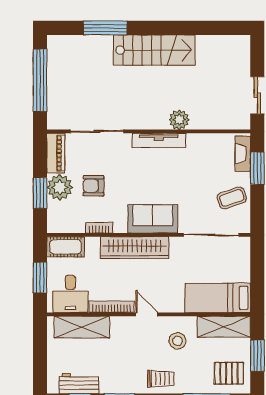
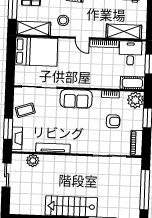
plant: (179, 120) -> (33, 161), moved
tv unit: (159, 140) -> (53, 148), moved
plant: (60, 187) -> (135, 100), moved
wardrobe: (135, 248) -> (88, 81), removed
bed: (218, 298) -> (36, 52), width x1.50

